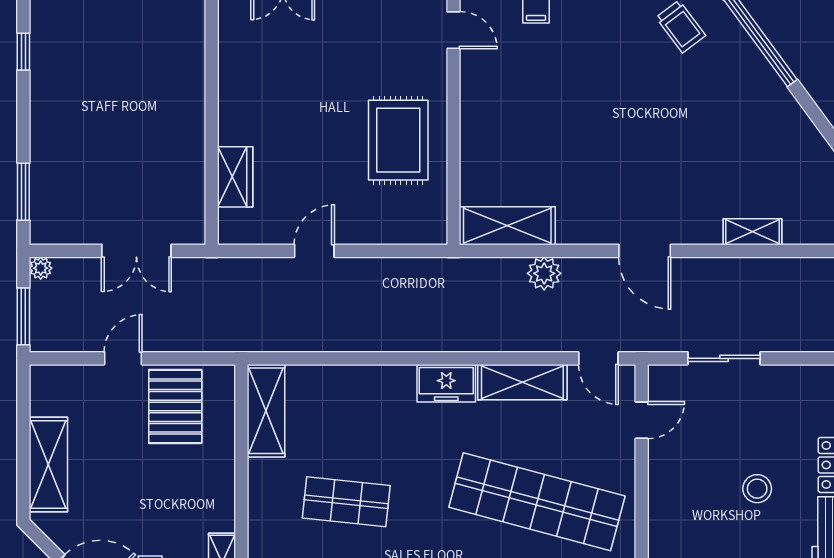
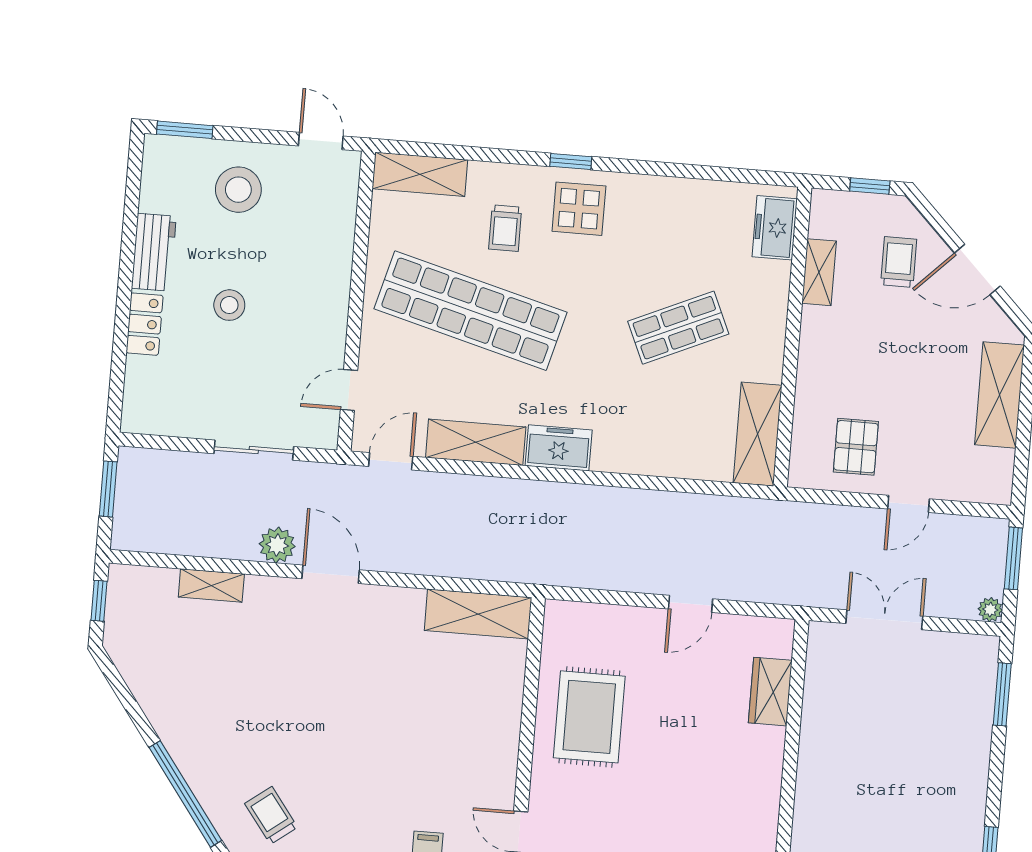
plant: (544, 273) -> (277, 545), moved
door: (598, 358) -> (391, 461), hinge flipped
pallet: (175, 406) -> (856, 447), width x0.67, depth x0.71
shop shelf: (346, 502) -> (678, 328), turned -30

